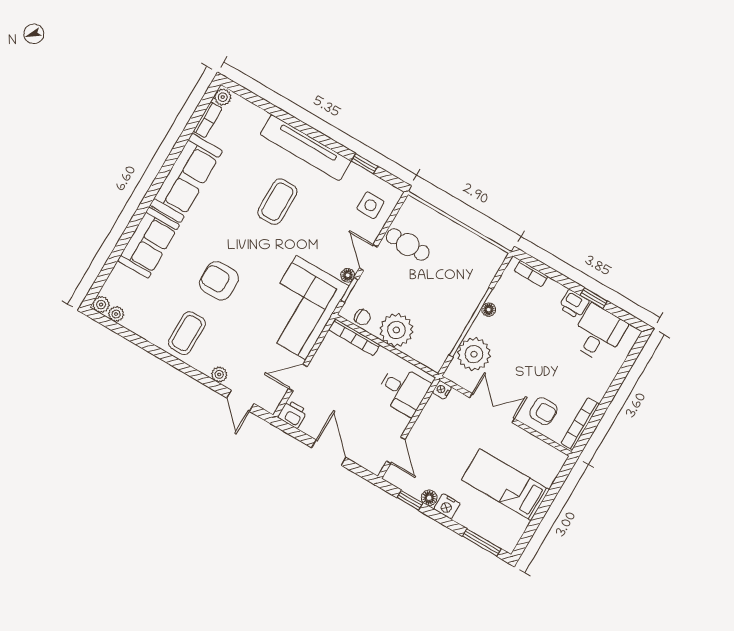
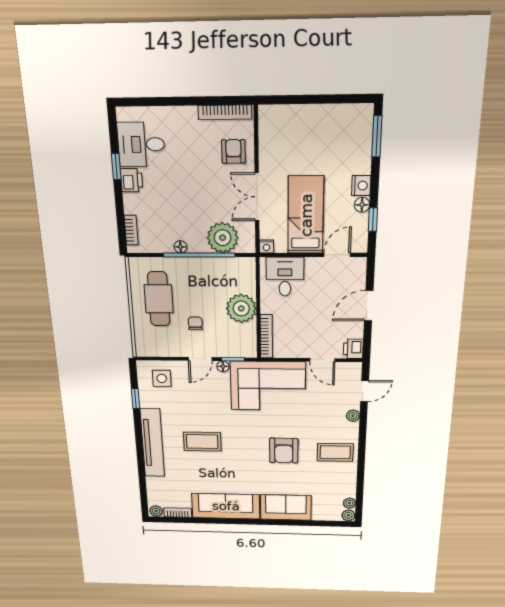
cafe table: (408, 245) -> (159, 299), moved, width x1.37, depth x1.35
chair: (362, 317) -> (195, 323), moved
bed: (505, 485) -> (306, 215), moved, turned 180

